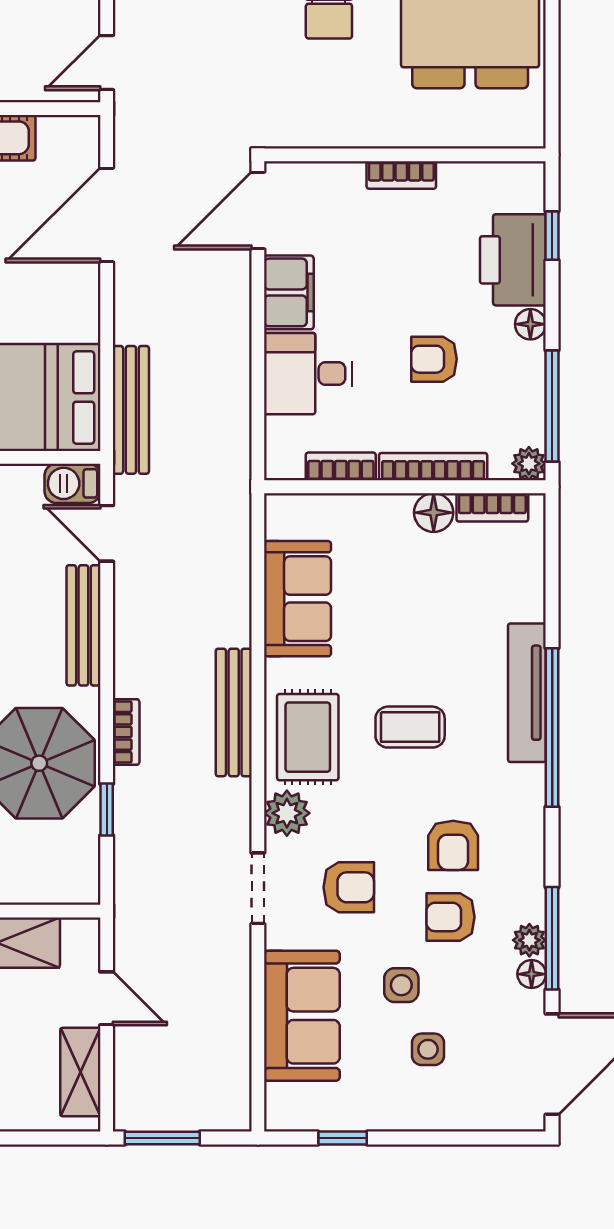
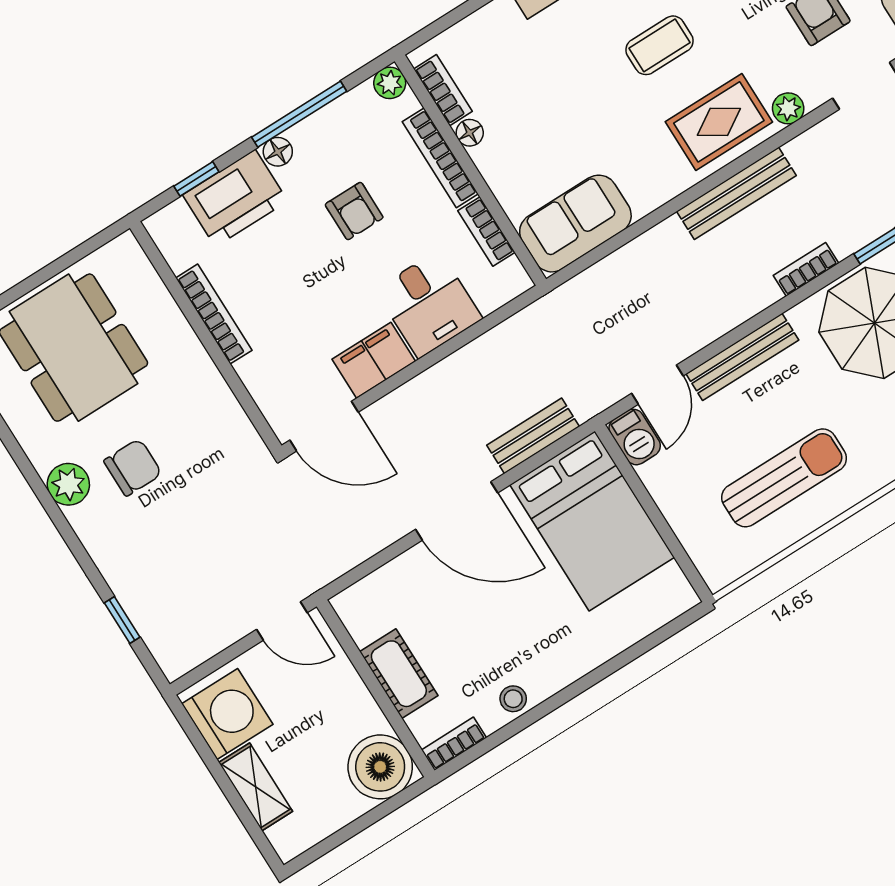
bookcase: (401, 175) -> (214, 314), width x1.56
door: (107, 215) -> (457, 511), moved
window: (552, 406) -> (299, 114), moved
bench: (131, 410) -> (533, 436), width x0.73
floor lamp: (434, 513) -> (470, 133), width x0.73, depth x0.73
sofa: (298, 599) -> (575, 224), moved
coffee table: (410, 727) -> (659, 45), turned 90
plant: (287, 813) -> (788, 108), width x0.73, depth x0.73

